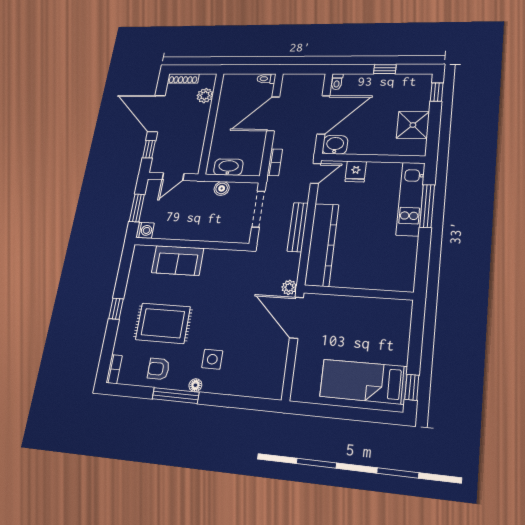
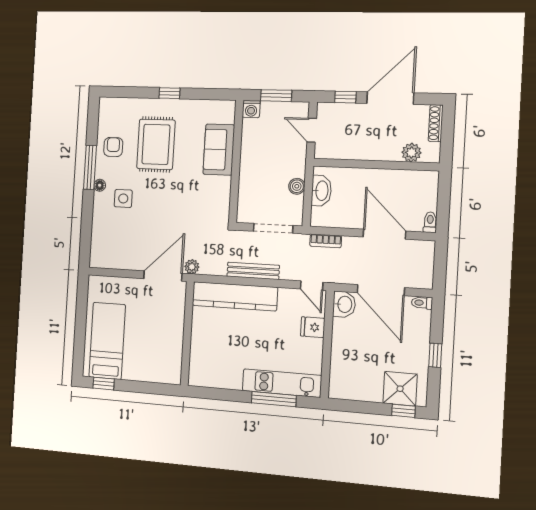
shower: (413, 125) -> (400, 389), moved
bookcase: (114, 369) -> (112, 103), removed

